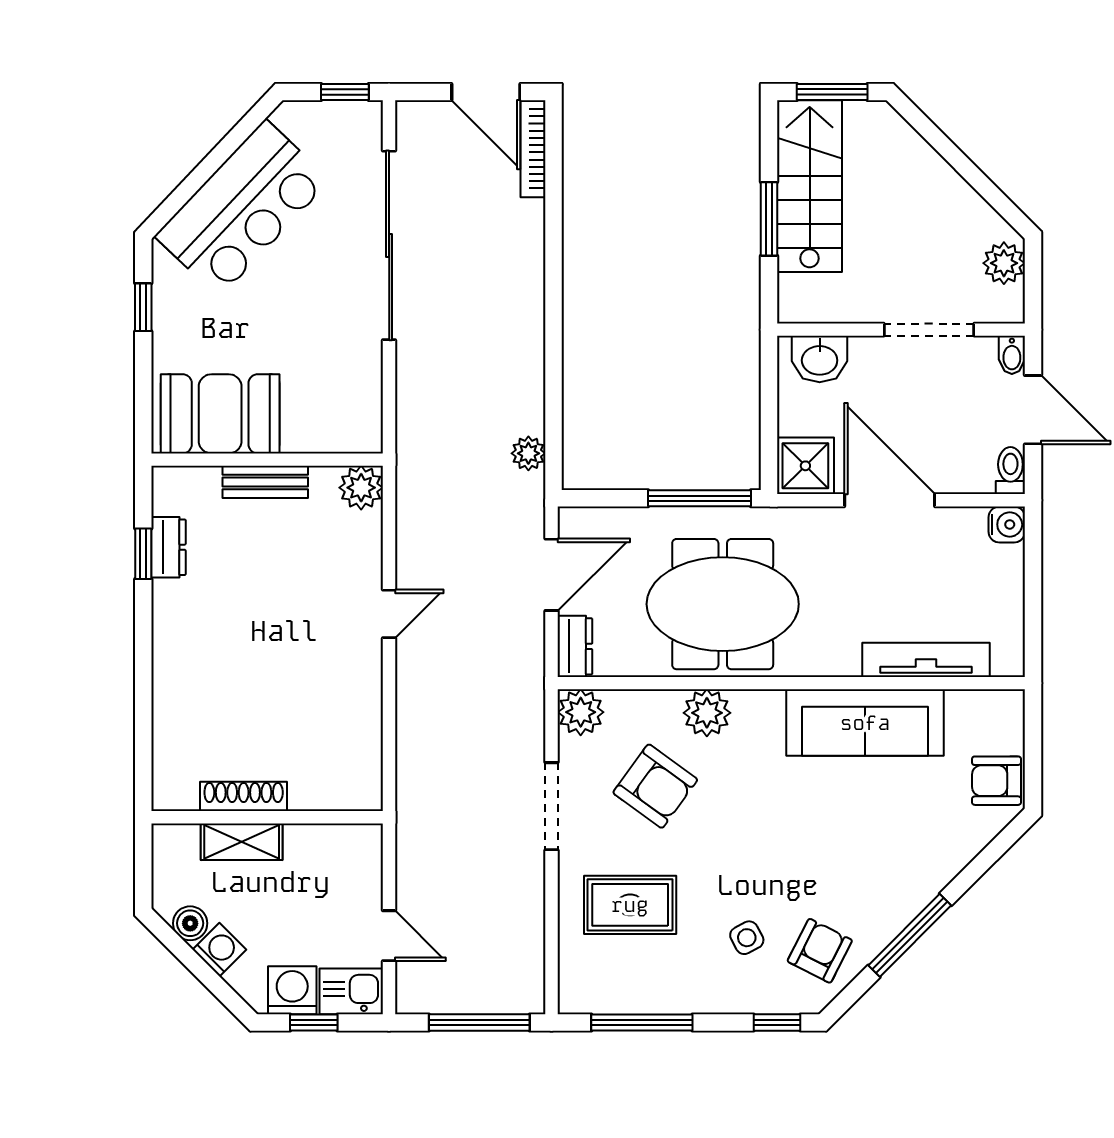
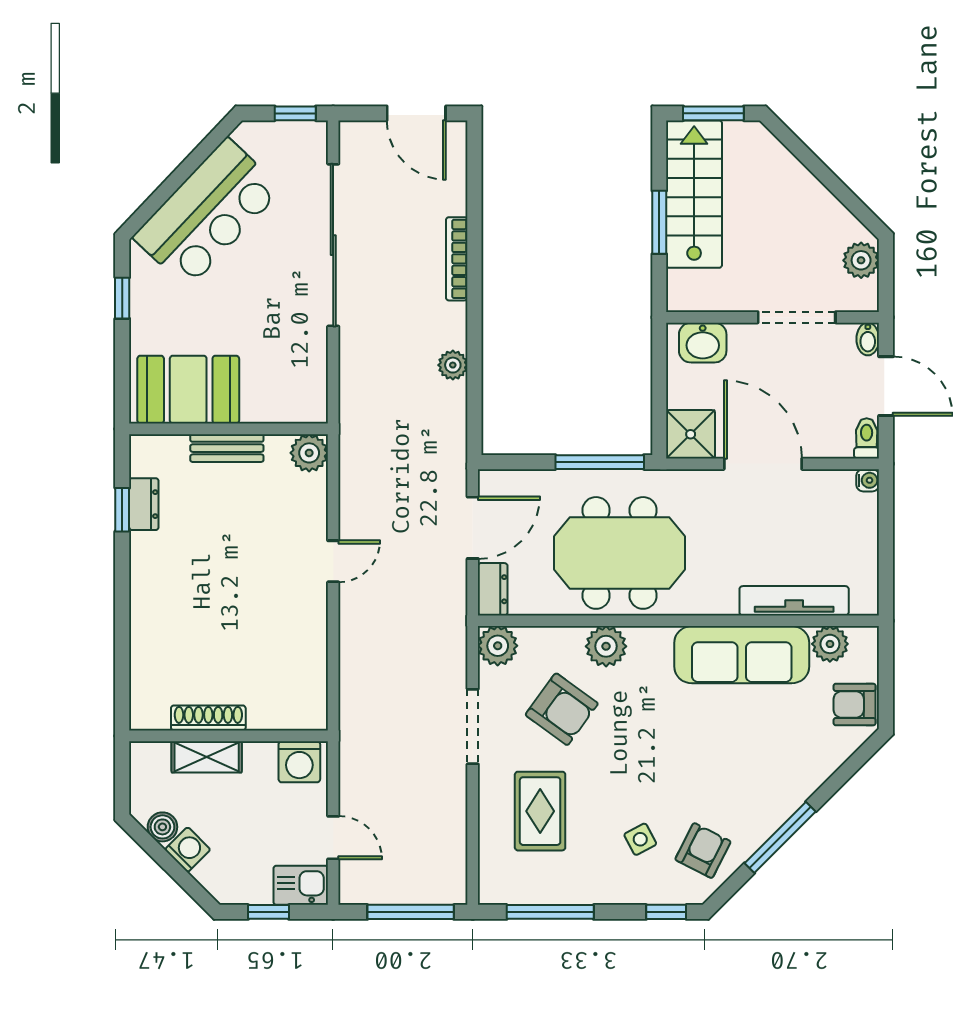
bookcase: (533, 149) -> (457, 259), moved
plant: (528, 453) -> (453, 365), moved
water cooler: (1007, 524) -> (868, 480), width x0.72, depth x0.72
plant: (968, 710) -> (830, 644), added
rug: (630, 905) -> (540, 811), turned 90
washing machine: (292, 990) -> (299, 762), moved, turned 180

